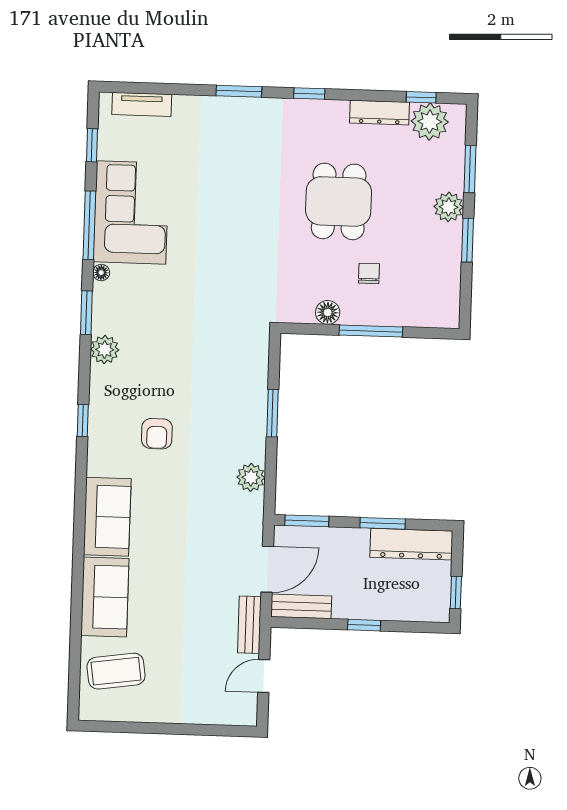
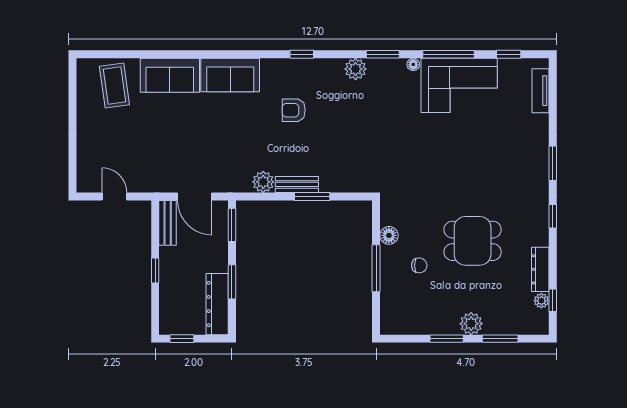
plant: (430, 122) -> (541, 301), width x0.53, depth x0.53
bench: (249, 625) -> (297, 184), moved

